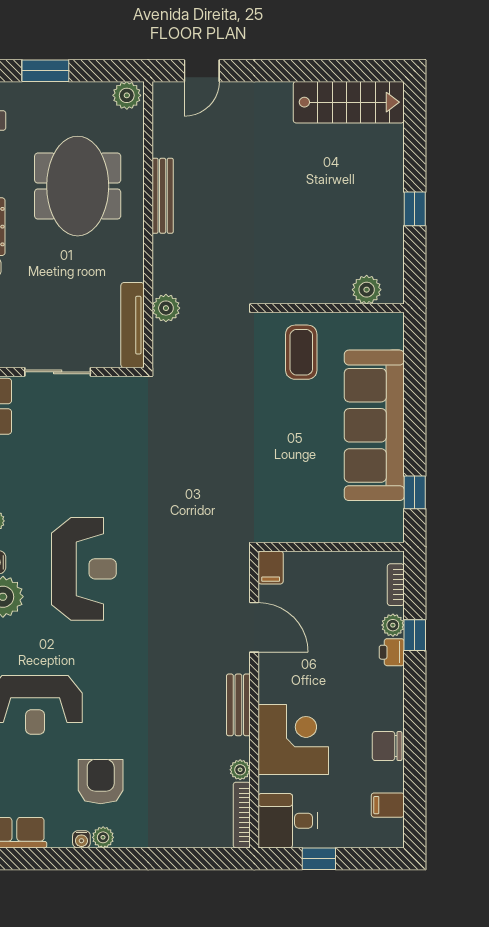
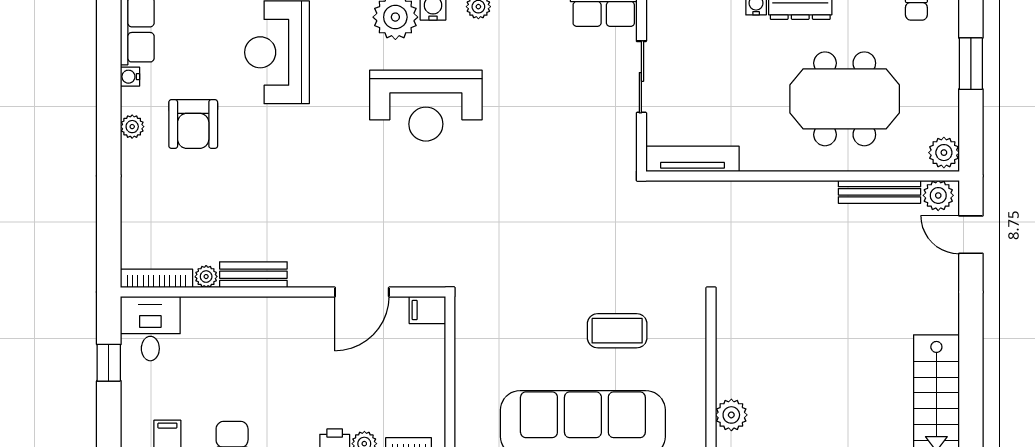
bench: (163, 196) -> (880, 192), moved
plant: (166, 308) -> (938, 195), moved
coffee table: (301, 352) -> (617, 331), moved
bench: (238, 705) -> (253, 275), moved
corner desk: (293, 740) -> (239, 335), removed
armchair: (101, 782) -> (193, 124), turned 90
water cooler: (81, 839) -> (130, 77), moved

